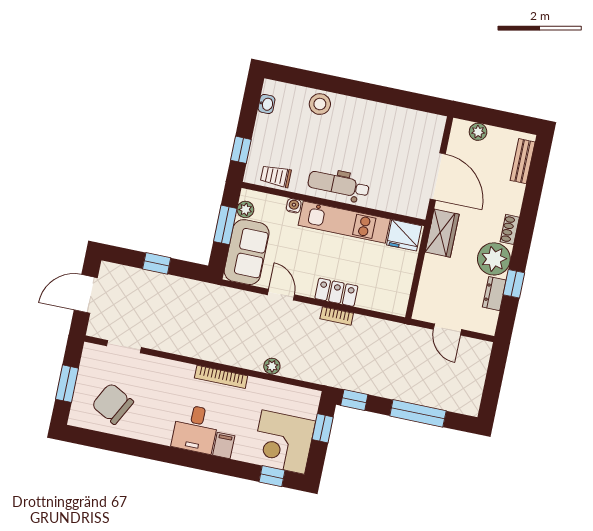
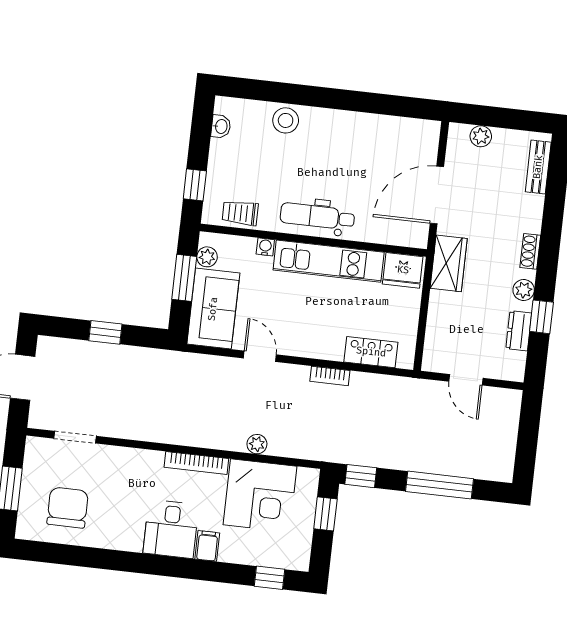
door: (438, 176) -> (437, 195), swing flipped
plant: (494, 259) -> (524, 290), width x0.53, depth x0.53
locker: (336, 292) -> (371, 352), moved
chair: (113, 404) -> (68, 508), turned 62
corner desk: (283, 442) -> (260, 496), moved, turned -90

